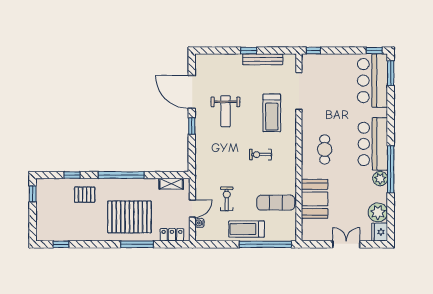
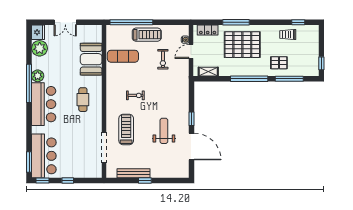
window: (313, 51) -> (68, 180), moved
window: (72, 175) -> (289, 79), width x2.17
trolley: (74, 229) -> (288, 34), added

